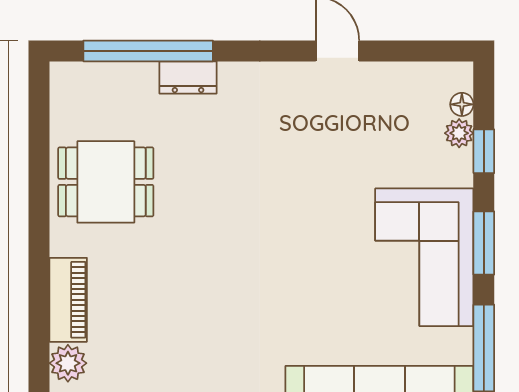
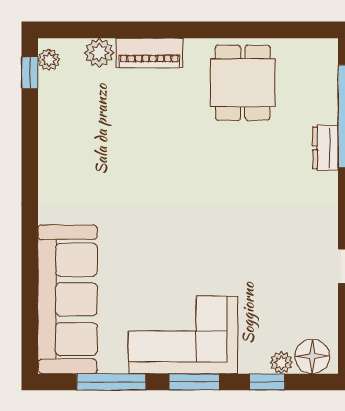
floor lamp: (462, 104) -> (312, 356), width x1.89, depth x1.89

